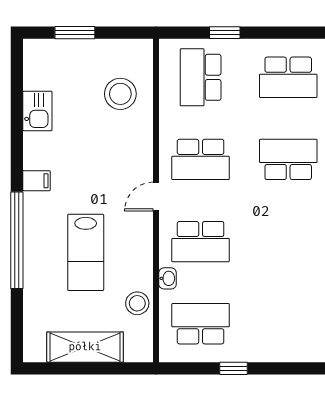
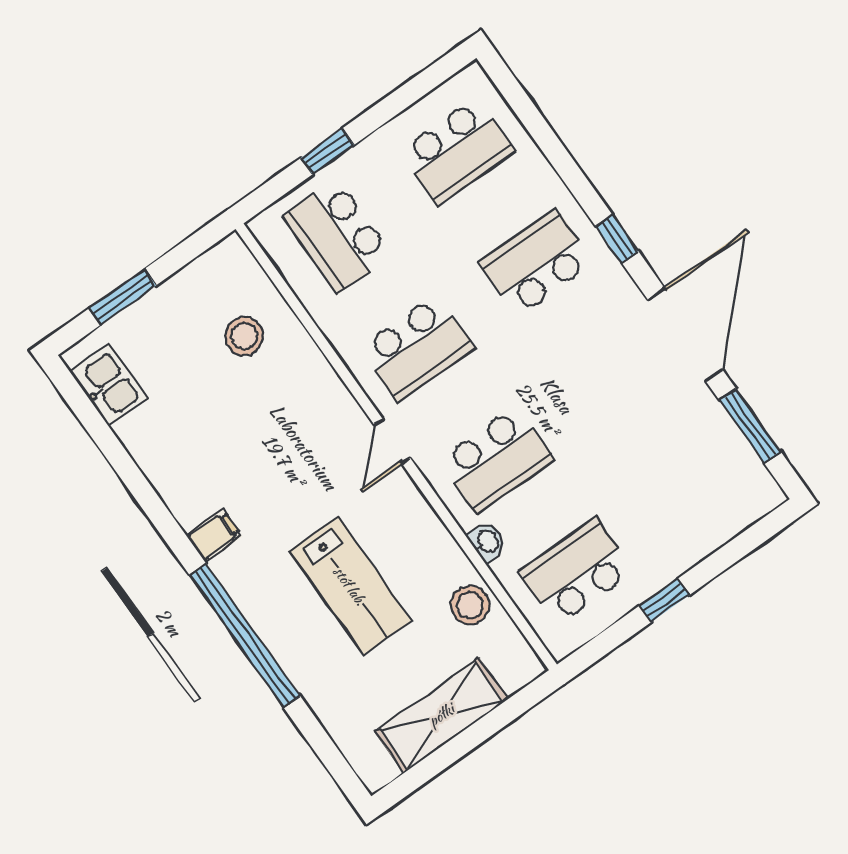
stool: (120, 94) -> (244, 336), width x0.73, depth x0.73
kitchen sink: (37, 111) -> (109, 385), moved

